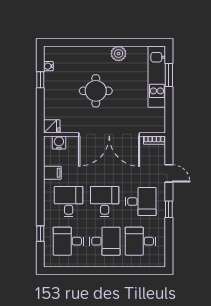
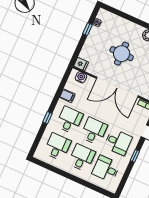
window: (40, 234) -> (47, 118), moved
desk: (69, 241) -> (57, 147), turned 90
desk: (105, 241) -> (82, 158), turned -90

